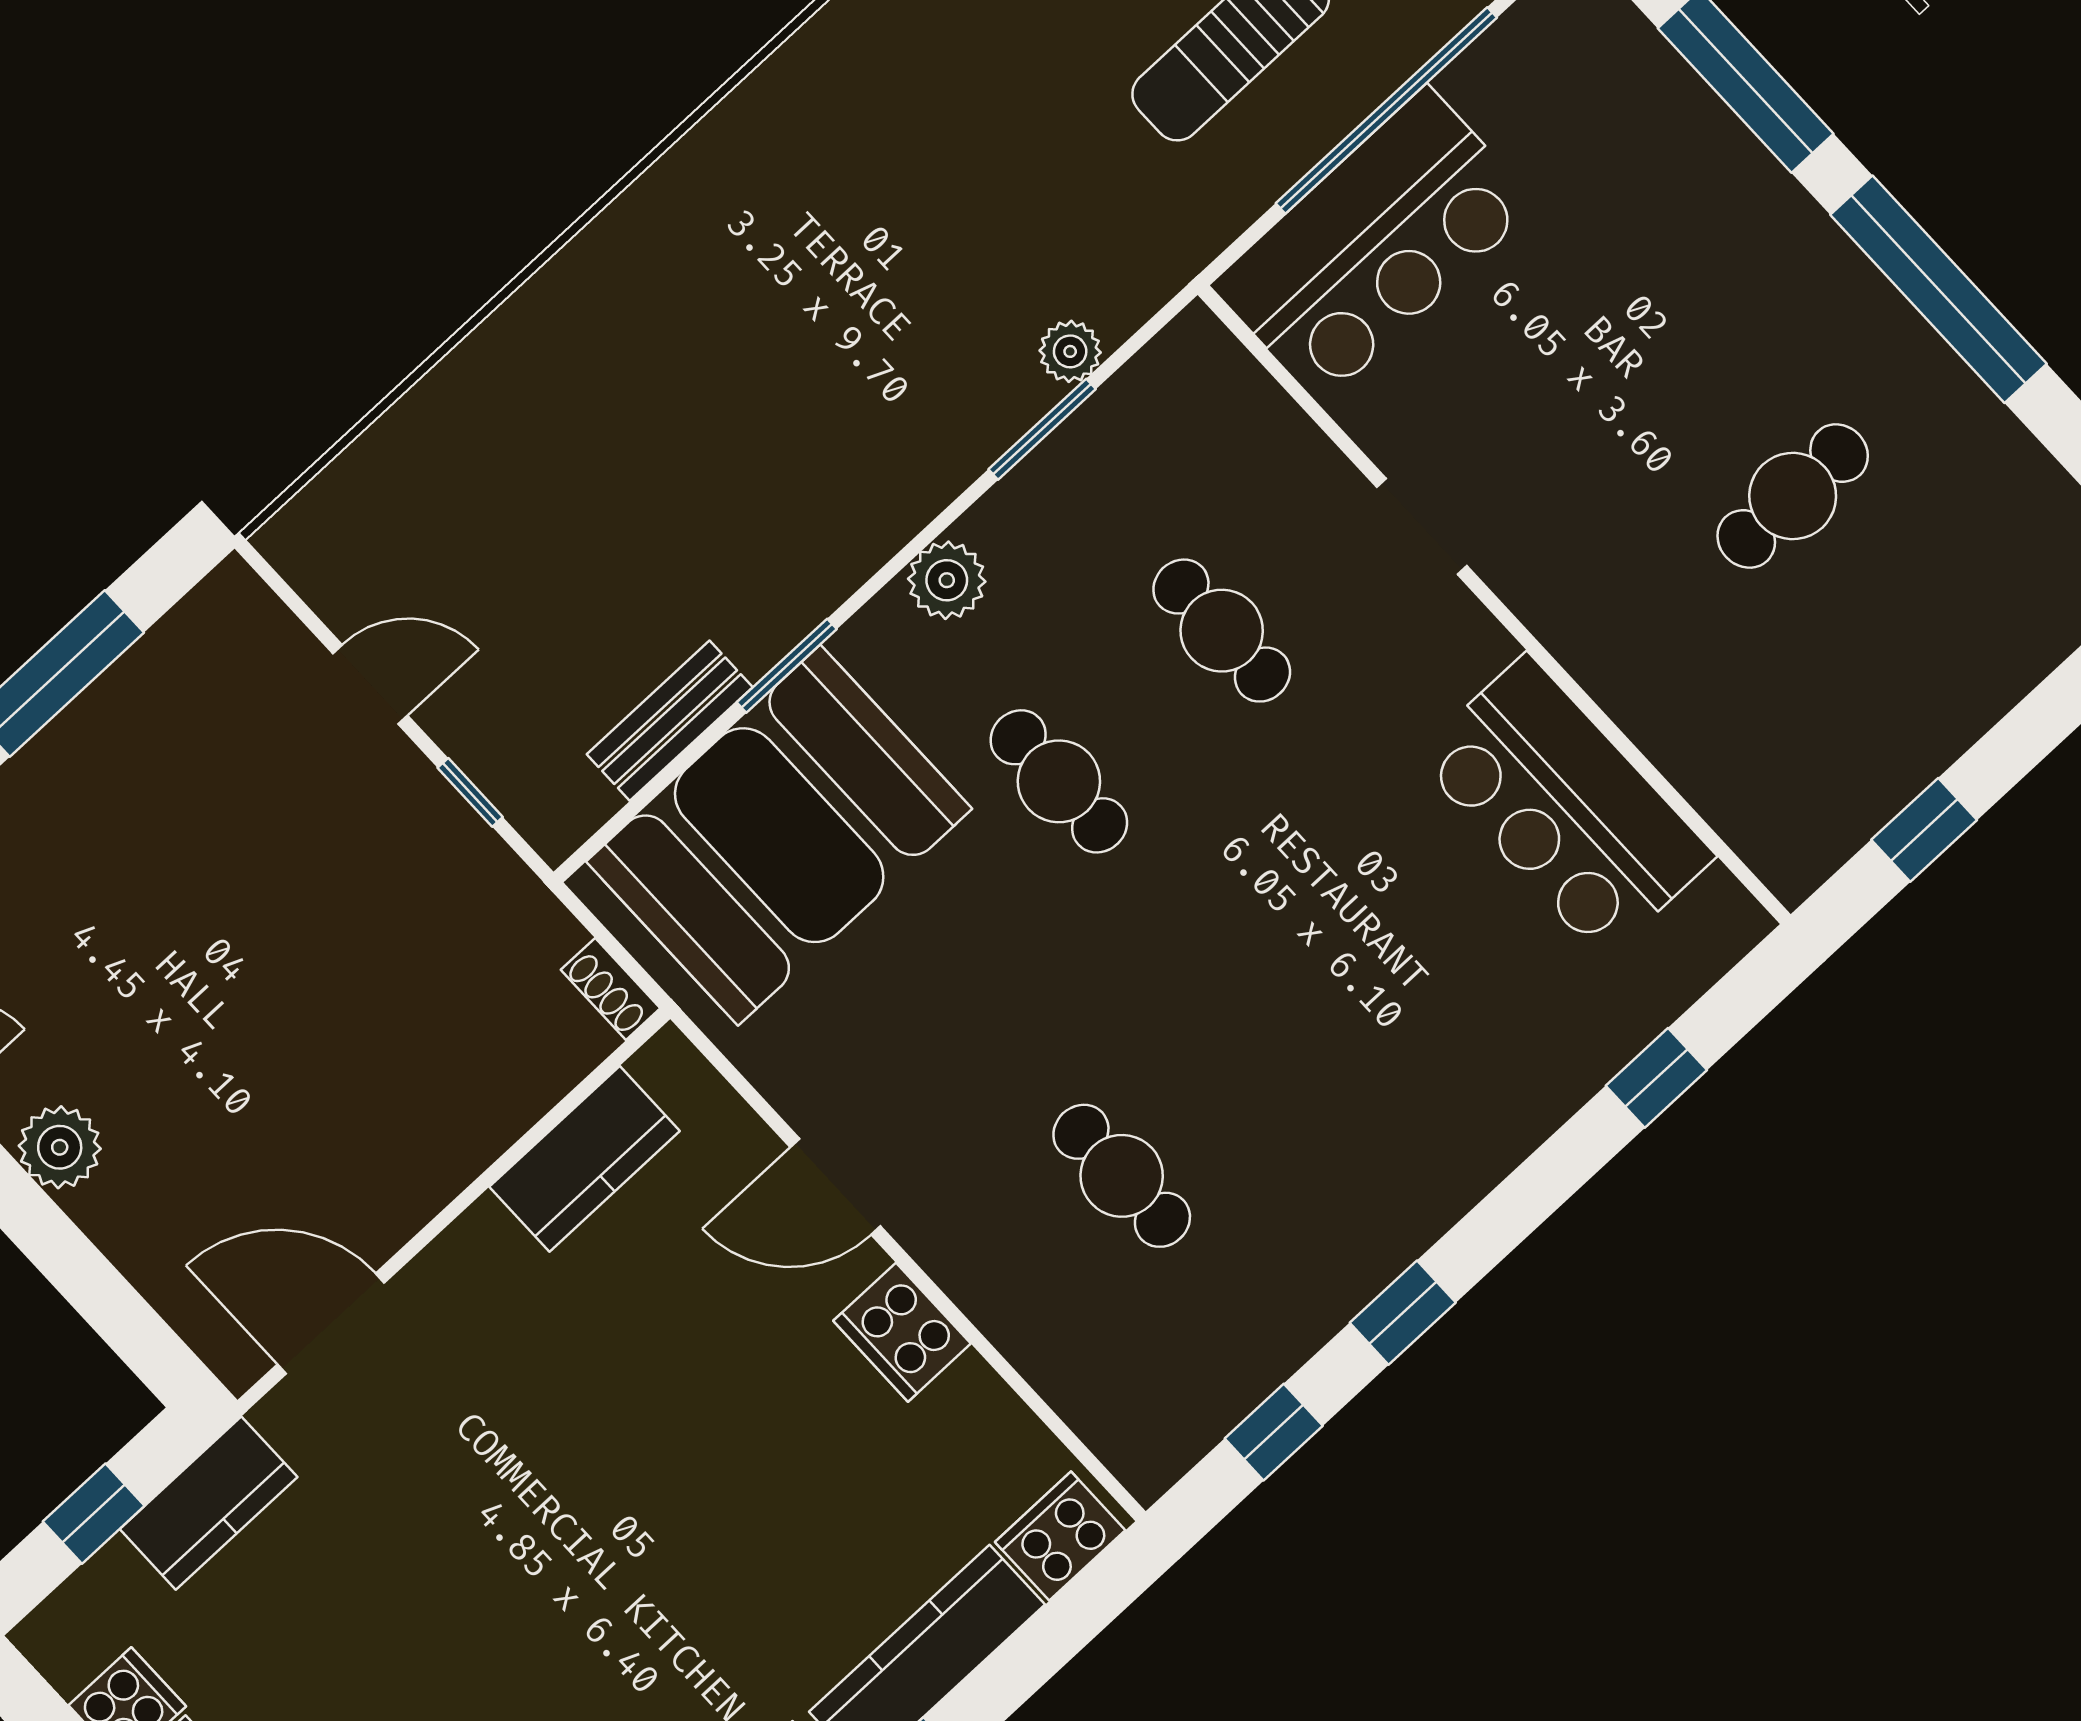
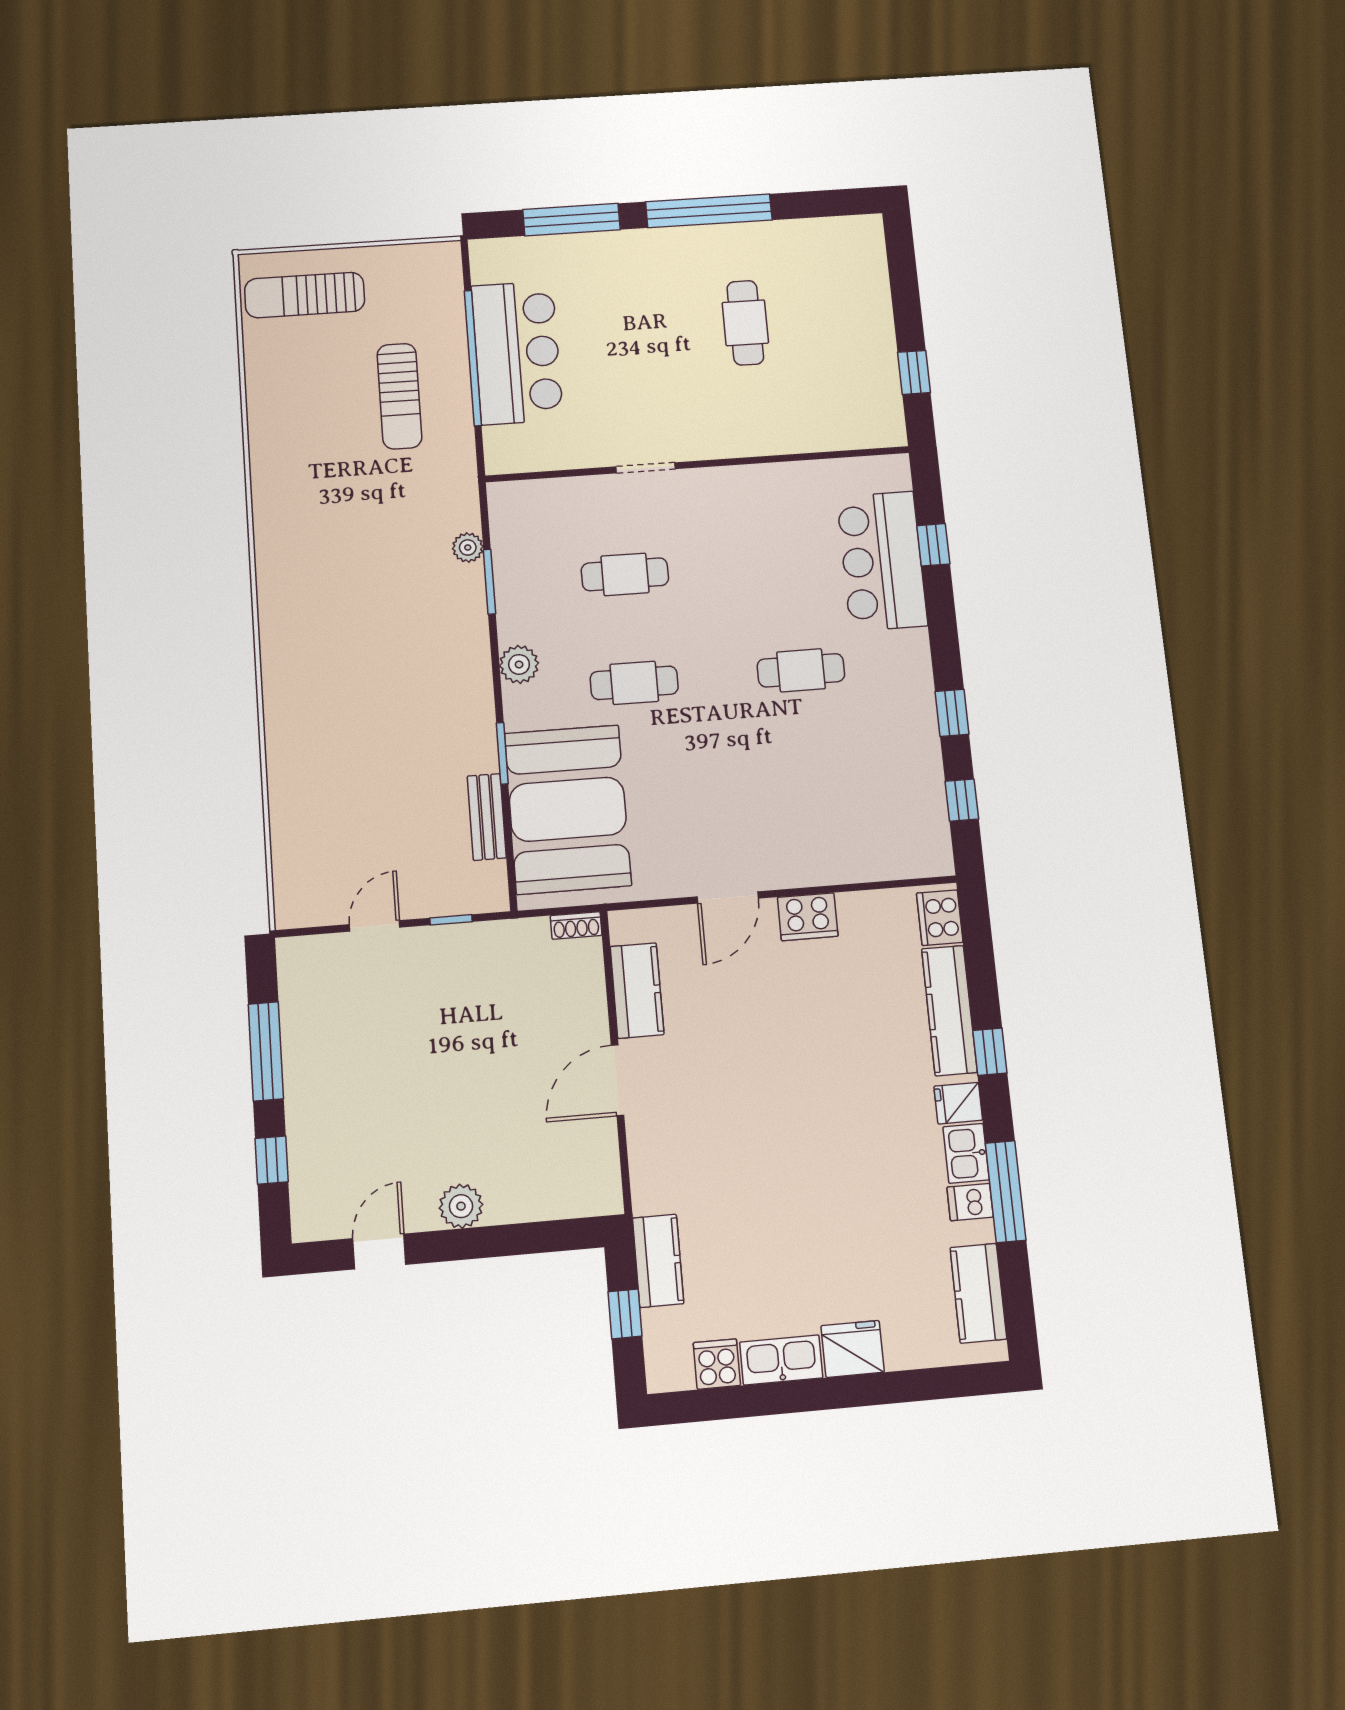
bar counter: (1374, 245) -> (517, 353), moved
bar counter: (1565, 806) -> (882, 561), moved, turned 90
cafe table: (1122, 1176) -> (801, 670), moved
door: (331, 1323) -> (617, 1080), moved

